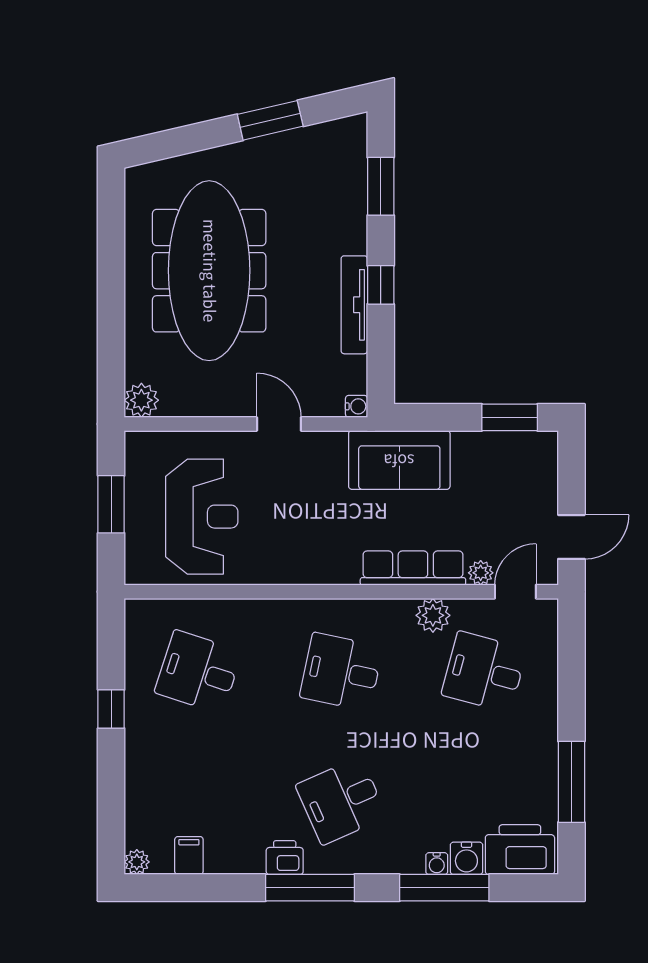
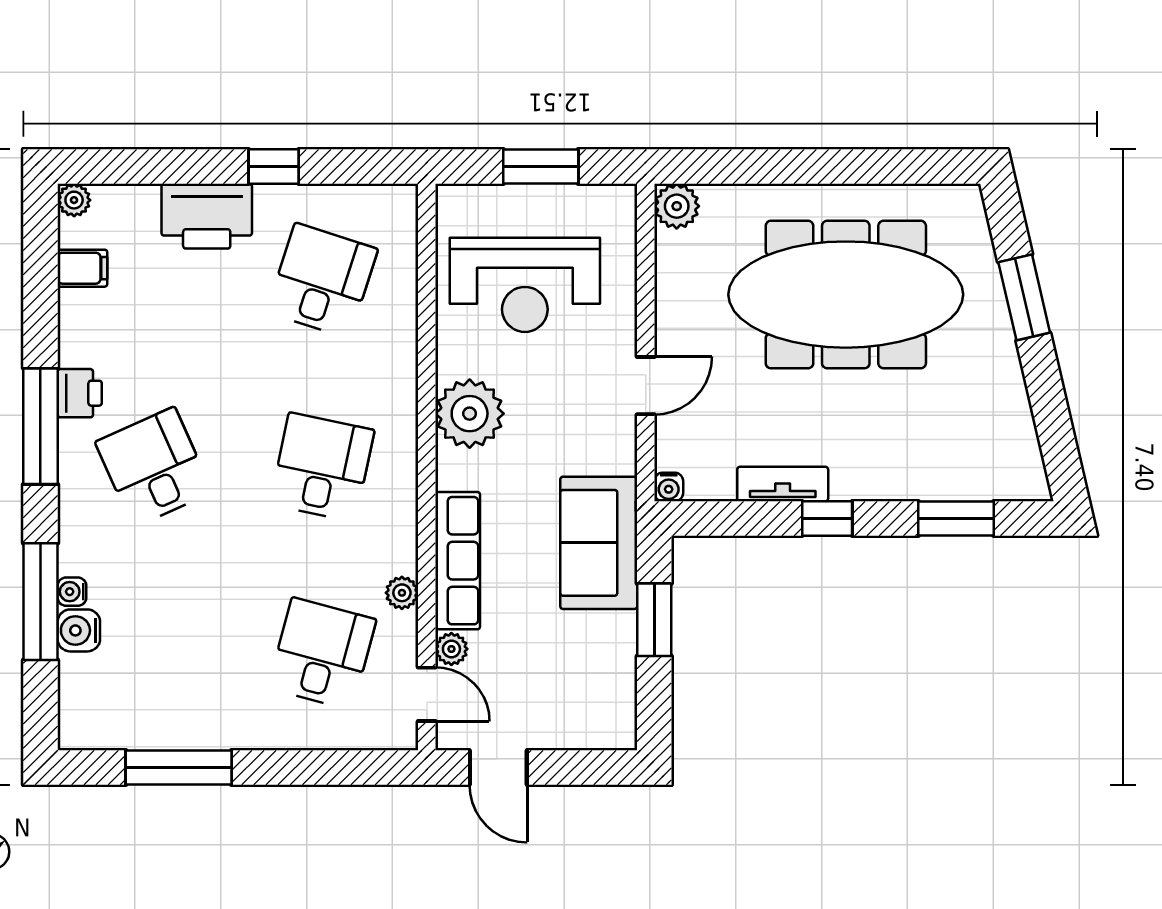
window: (270, 120) -> (1024, 297), moved
tv unit: (354, 305) -> (783, 484), width x0.71
window: (510, 417) -> (654, 620), moved
plant: (300, 559) -> (470, 414), added
plant: (433, 615) -> (402, 593), width x0.73, depth x0.73
printer: (520, 850) -> (207, 216), moved, turned 90

